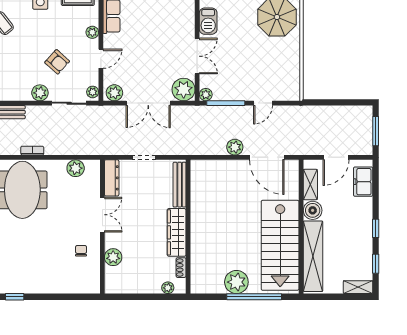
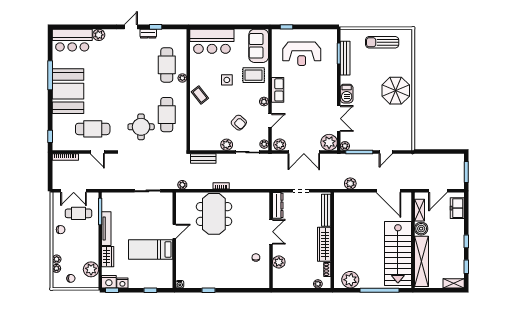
plant: (235, 147) -> (350, 183), moved
plant: (76, 168) -> (252, 199), removed
plant: (236, 282) -> (350, 280), moved

